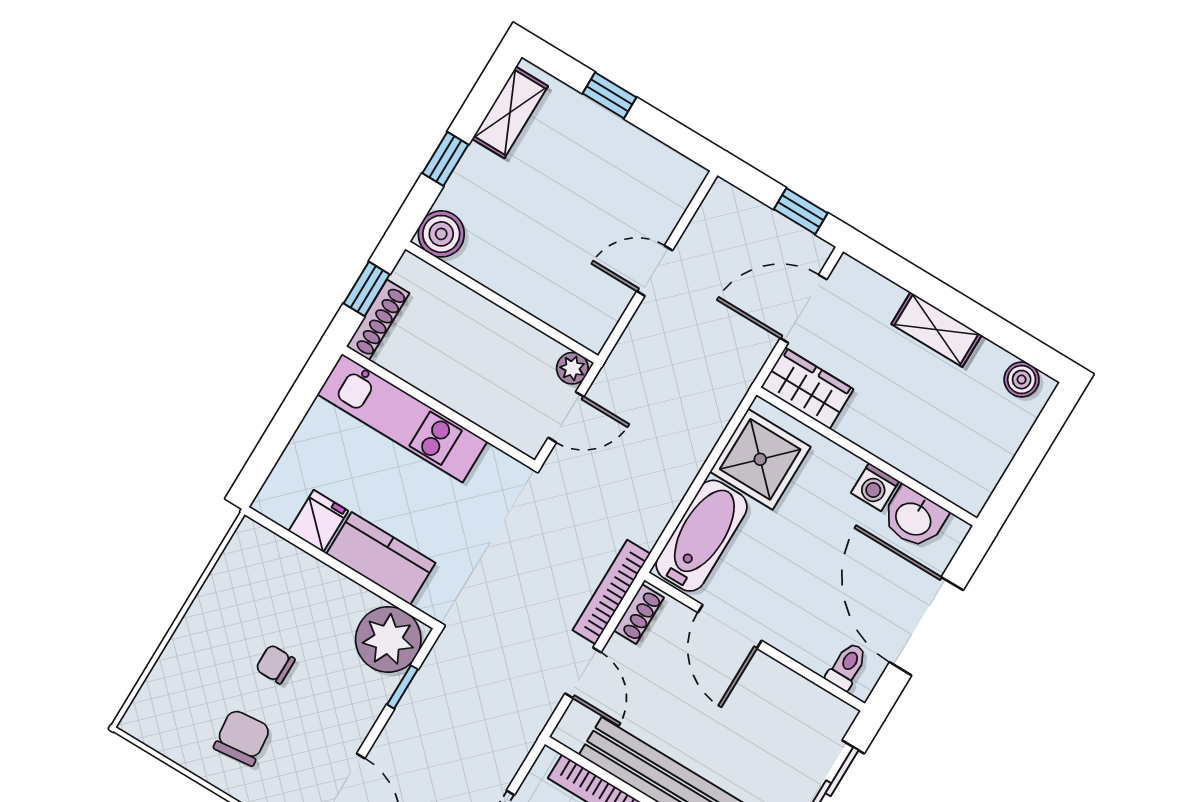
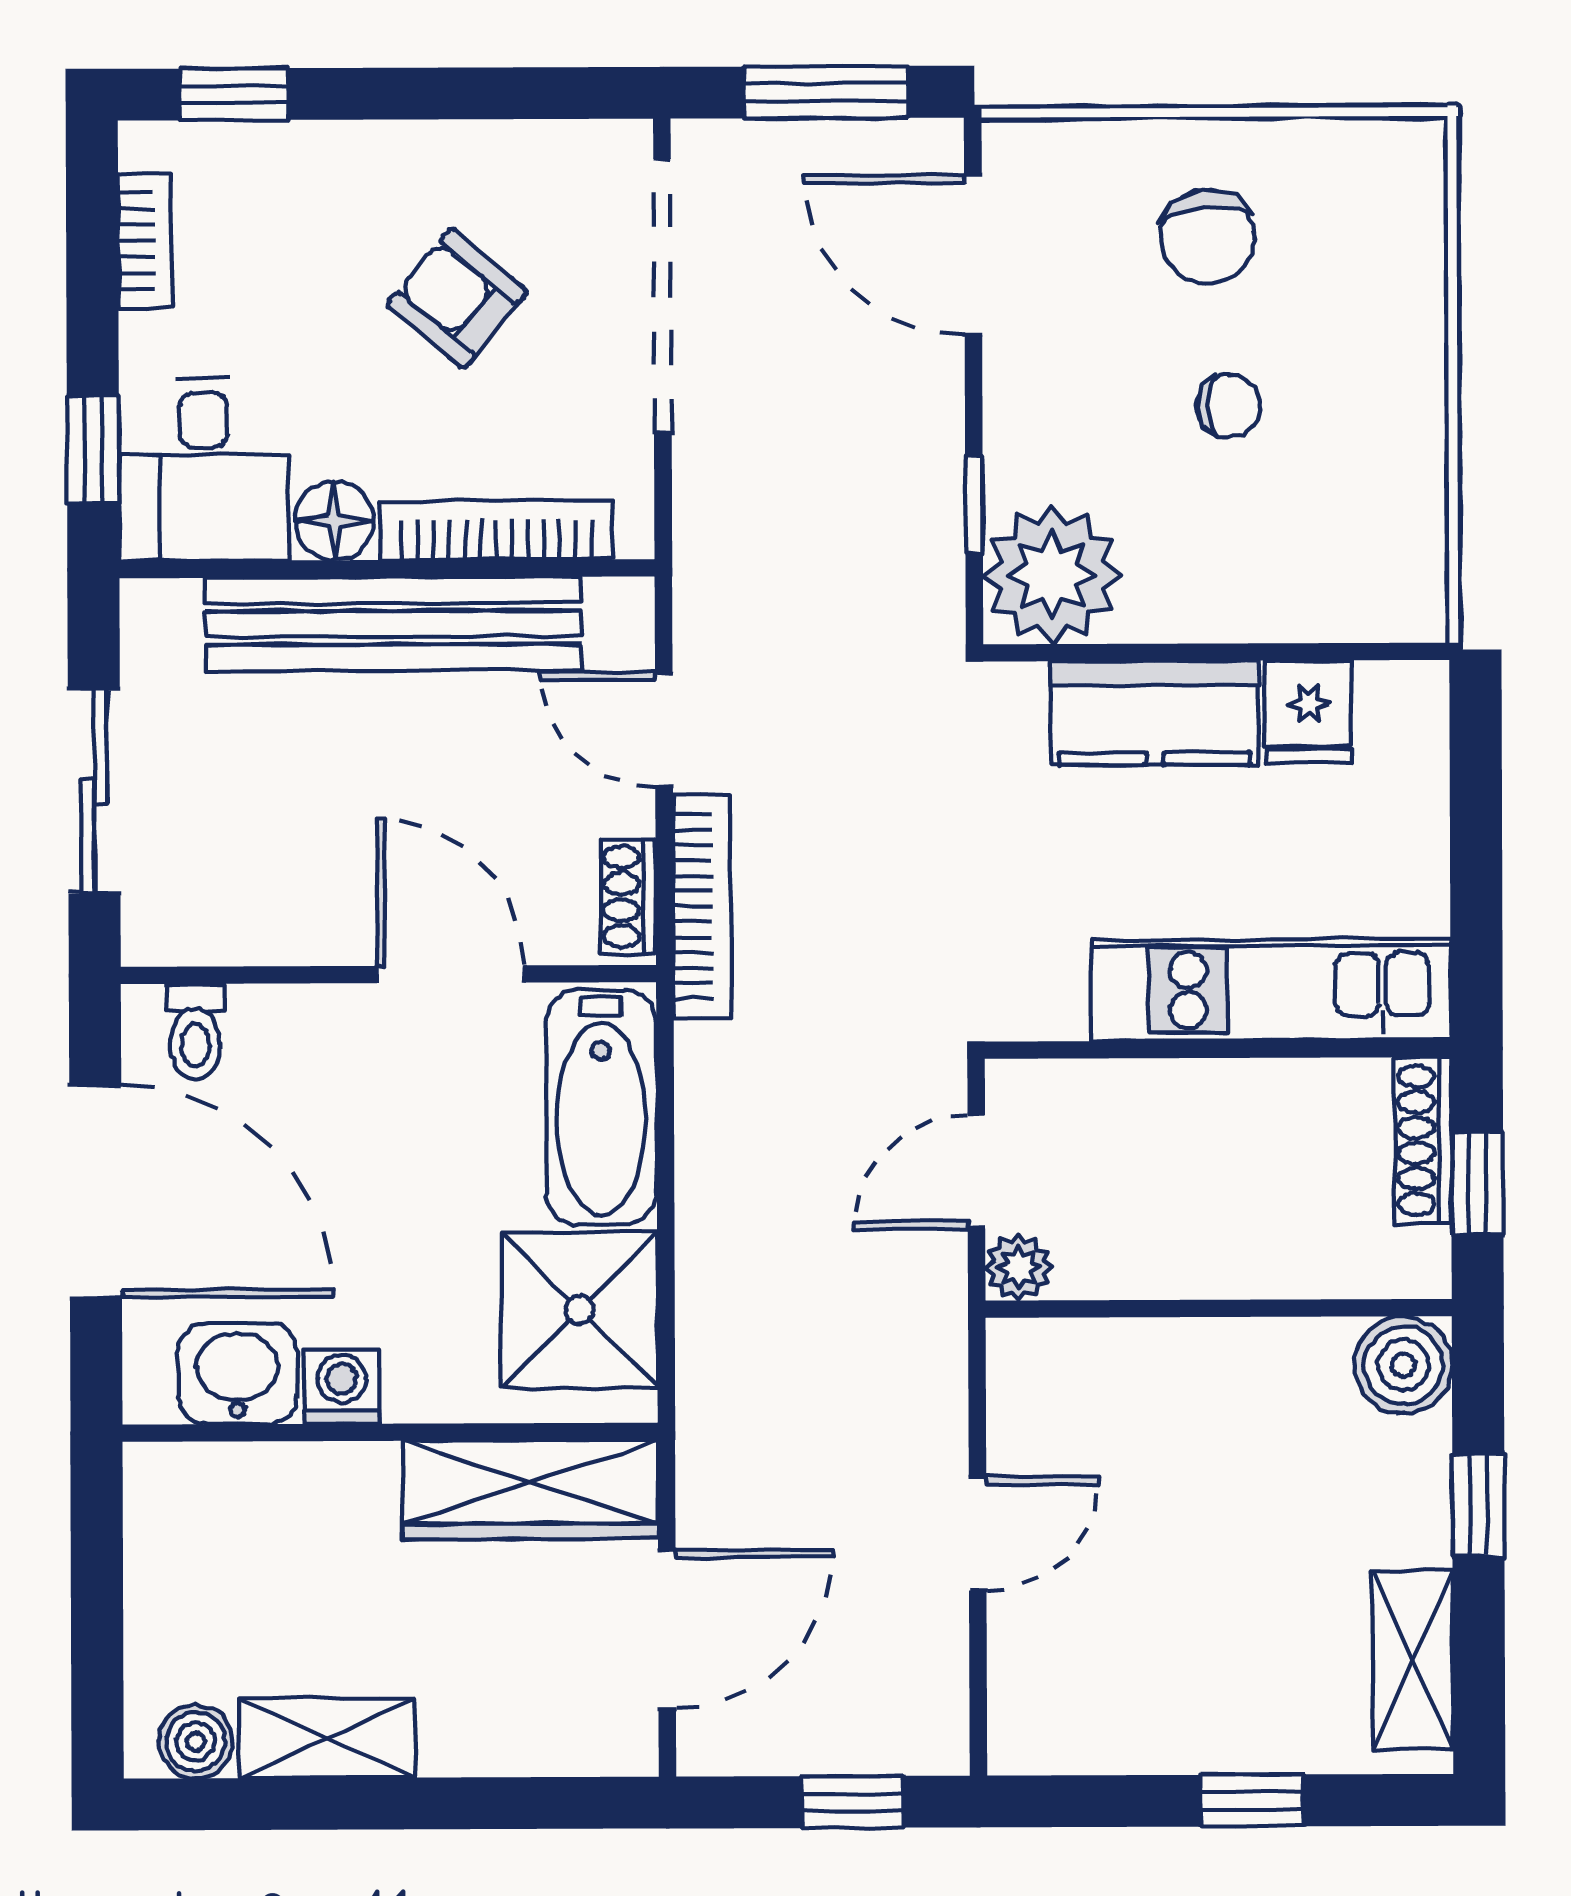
window: (801, 211) -> (853, 1802), moved
shelving: (936, 330) -> (327, 1738), moved
wardrobe: (807, 388) -> (530, 1490), width x1.50

